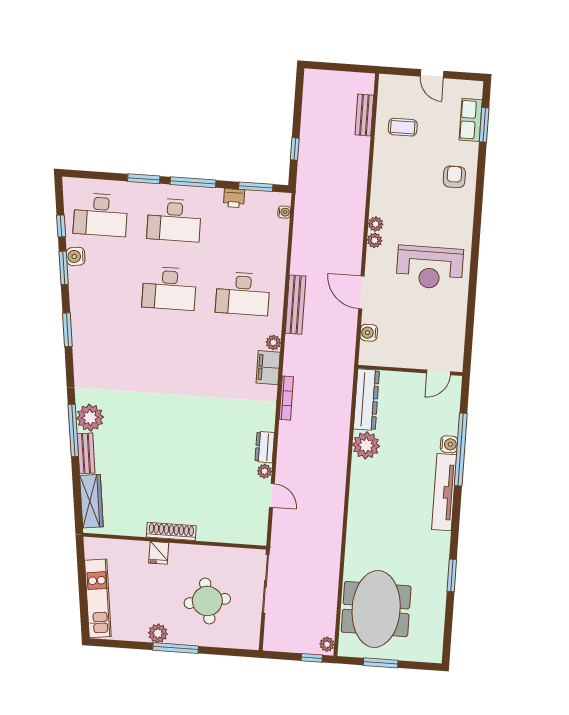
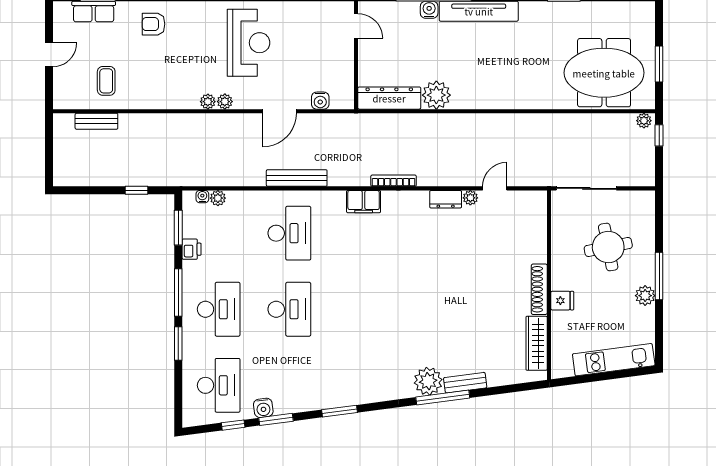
plant: (273, 342) -> (218, 198), moved
wardrobe: (91, 501) -> (537, 343), moved, turned -83

